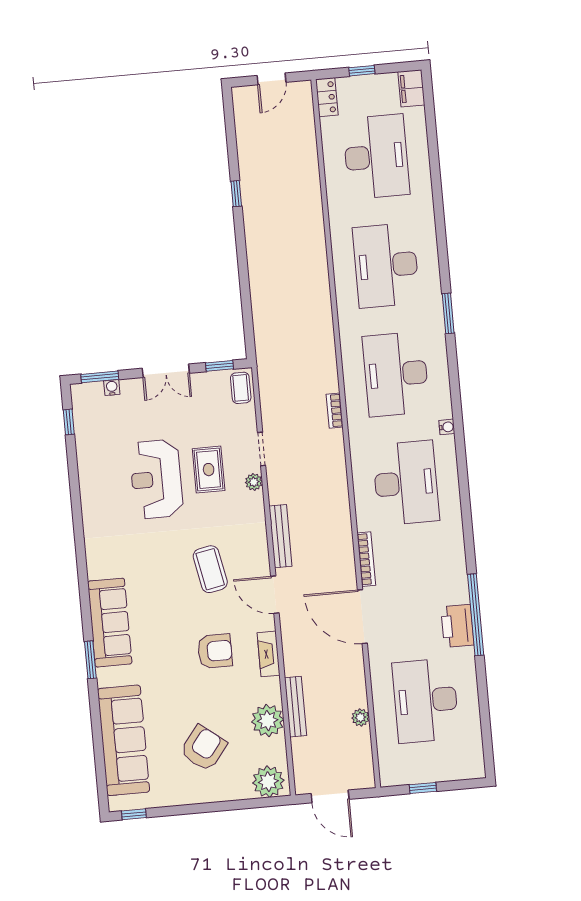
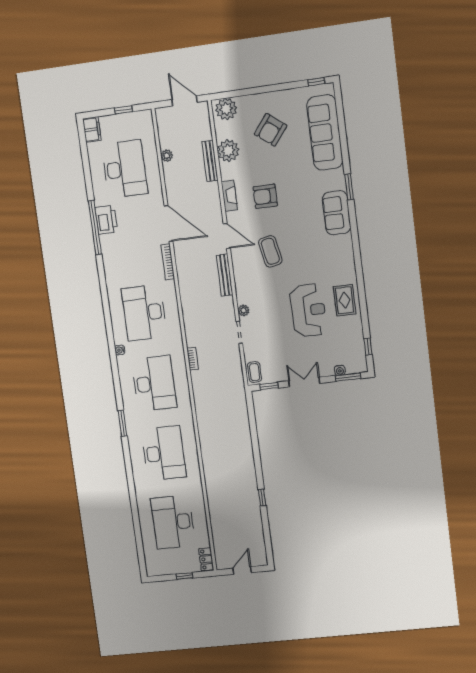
filing cabinet: (411, 88) -> (92, 130), moved
rug: (209, 470) -> (345, 300), moved
sofa: (110, 623) -> (337, 213), width x0.73

